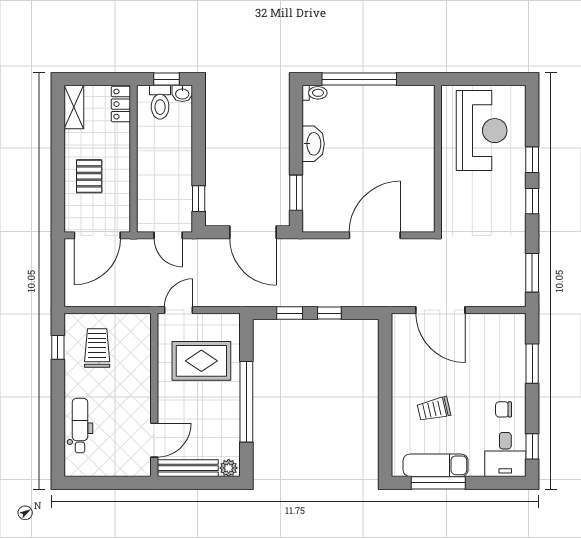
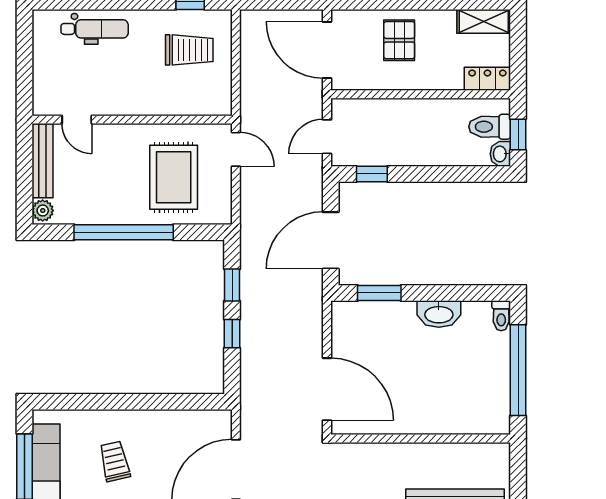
wall: (438, 159) -> (421, 438), moved
pallet: (89, 176) -> (399, 40), turned 90
door: (154, 440) -> (77, 120), width x0.73

